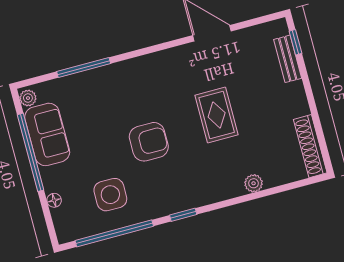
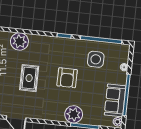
plant: (112, 81) -> (74, 114), added
armchair: (149, 142) -> (67, 78), turned -90
plant: (254, 183) -> (19, 41), width x1.87, depth x1.87

